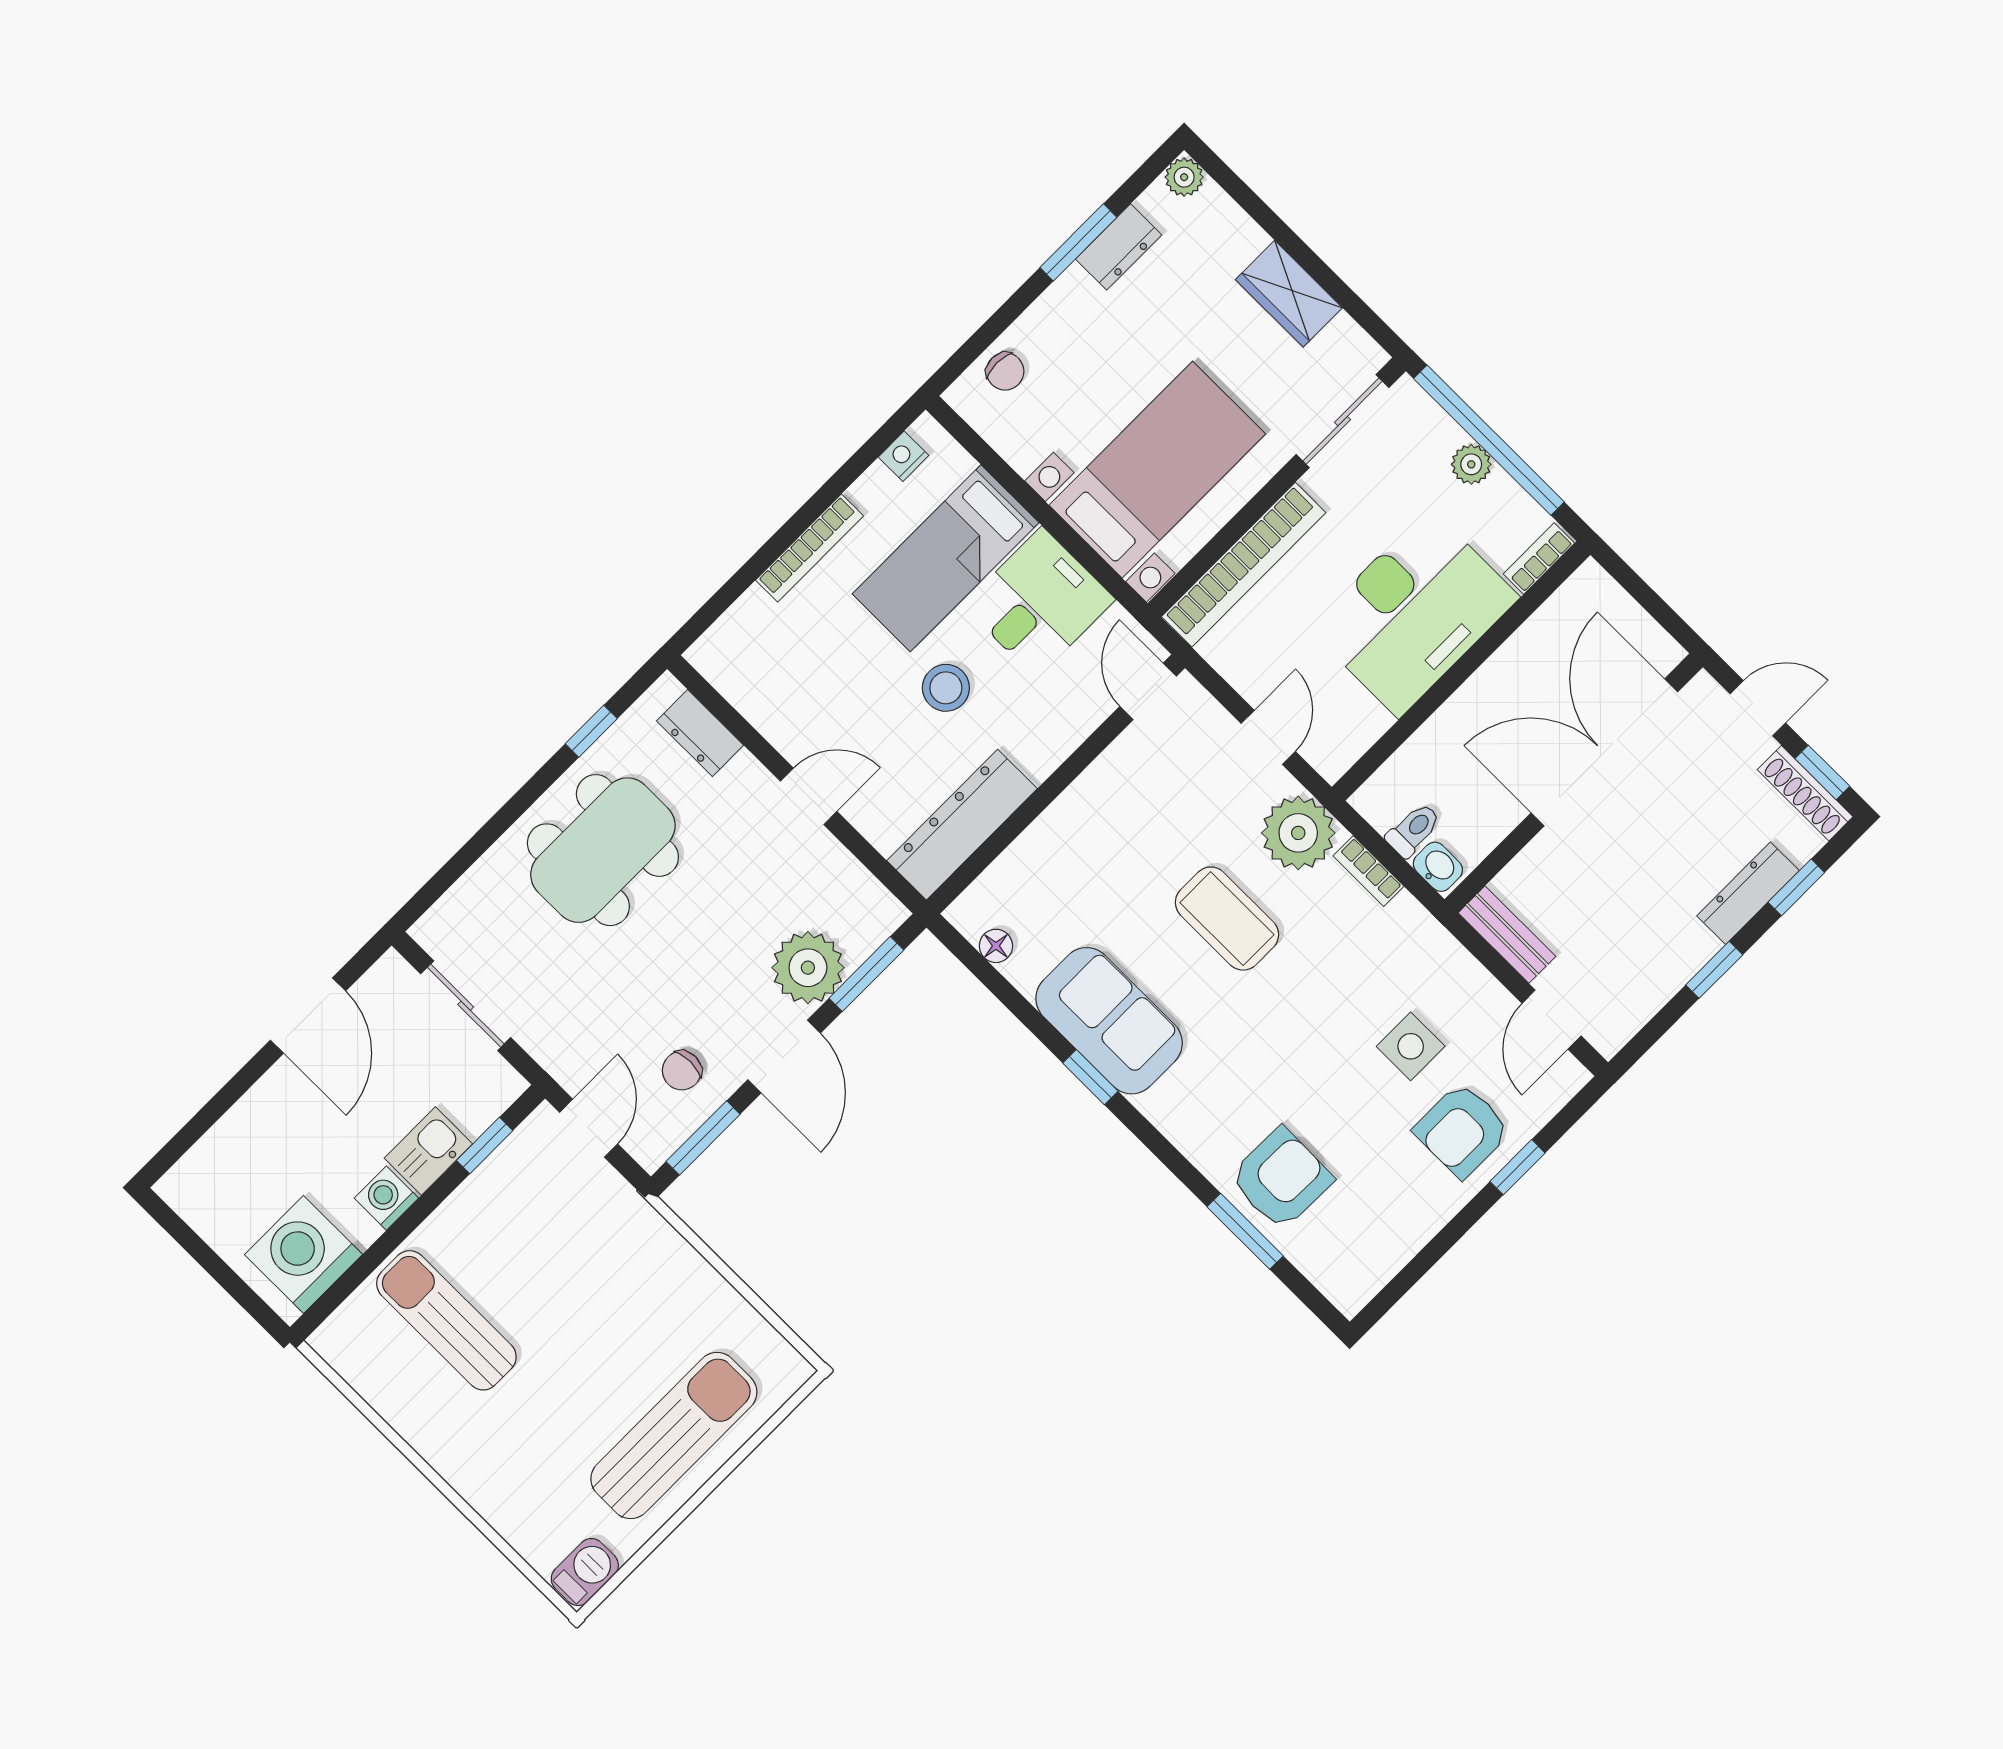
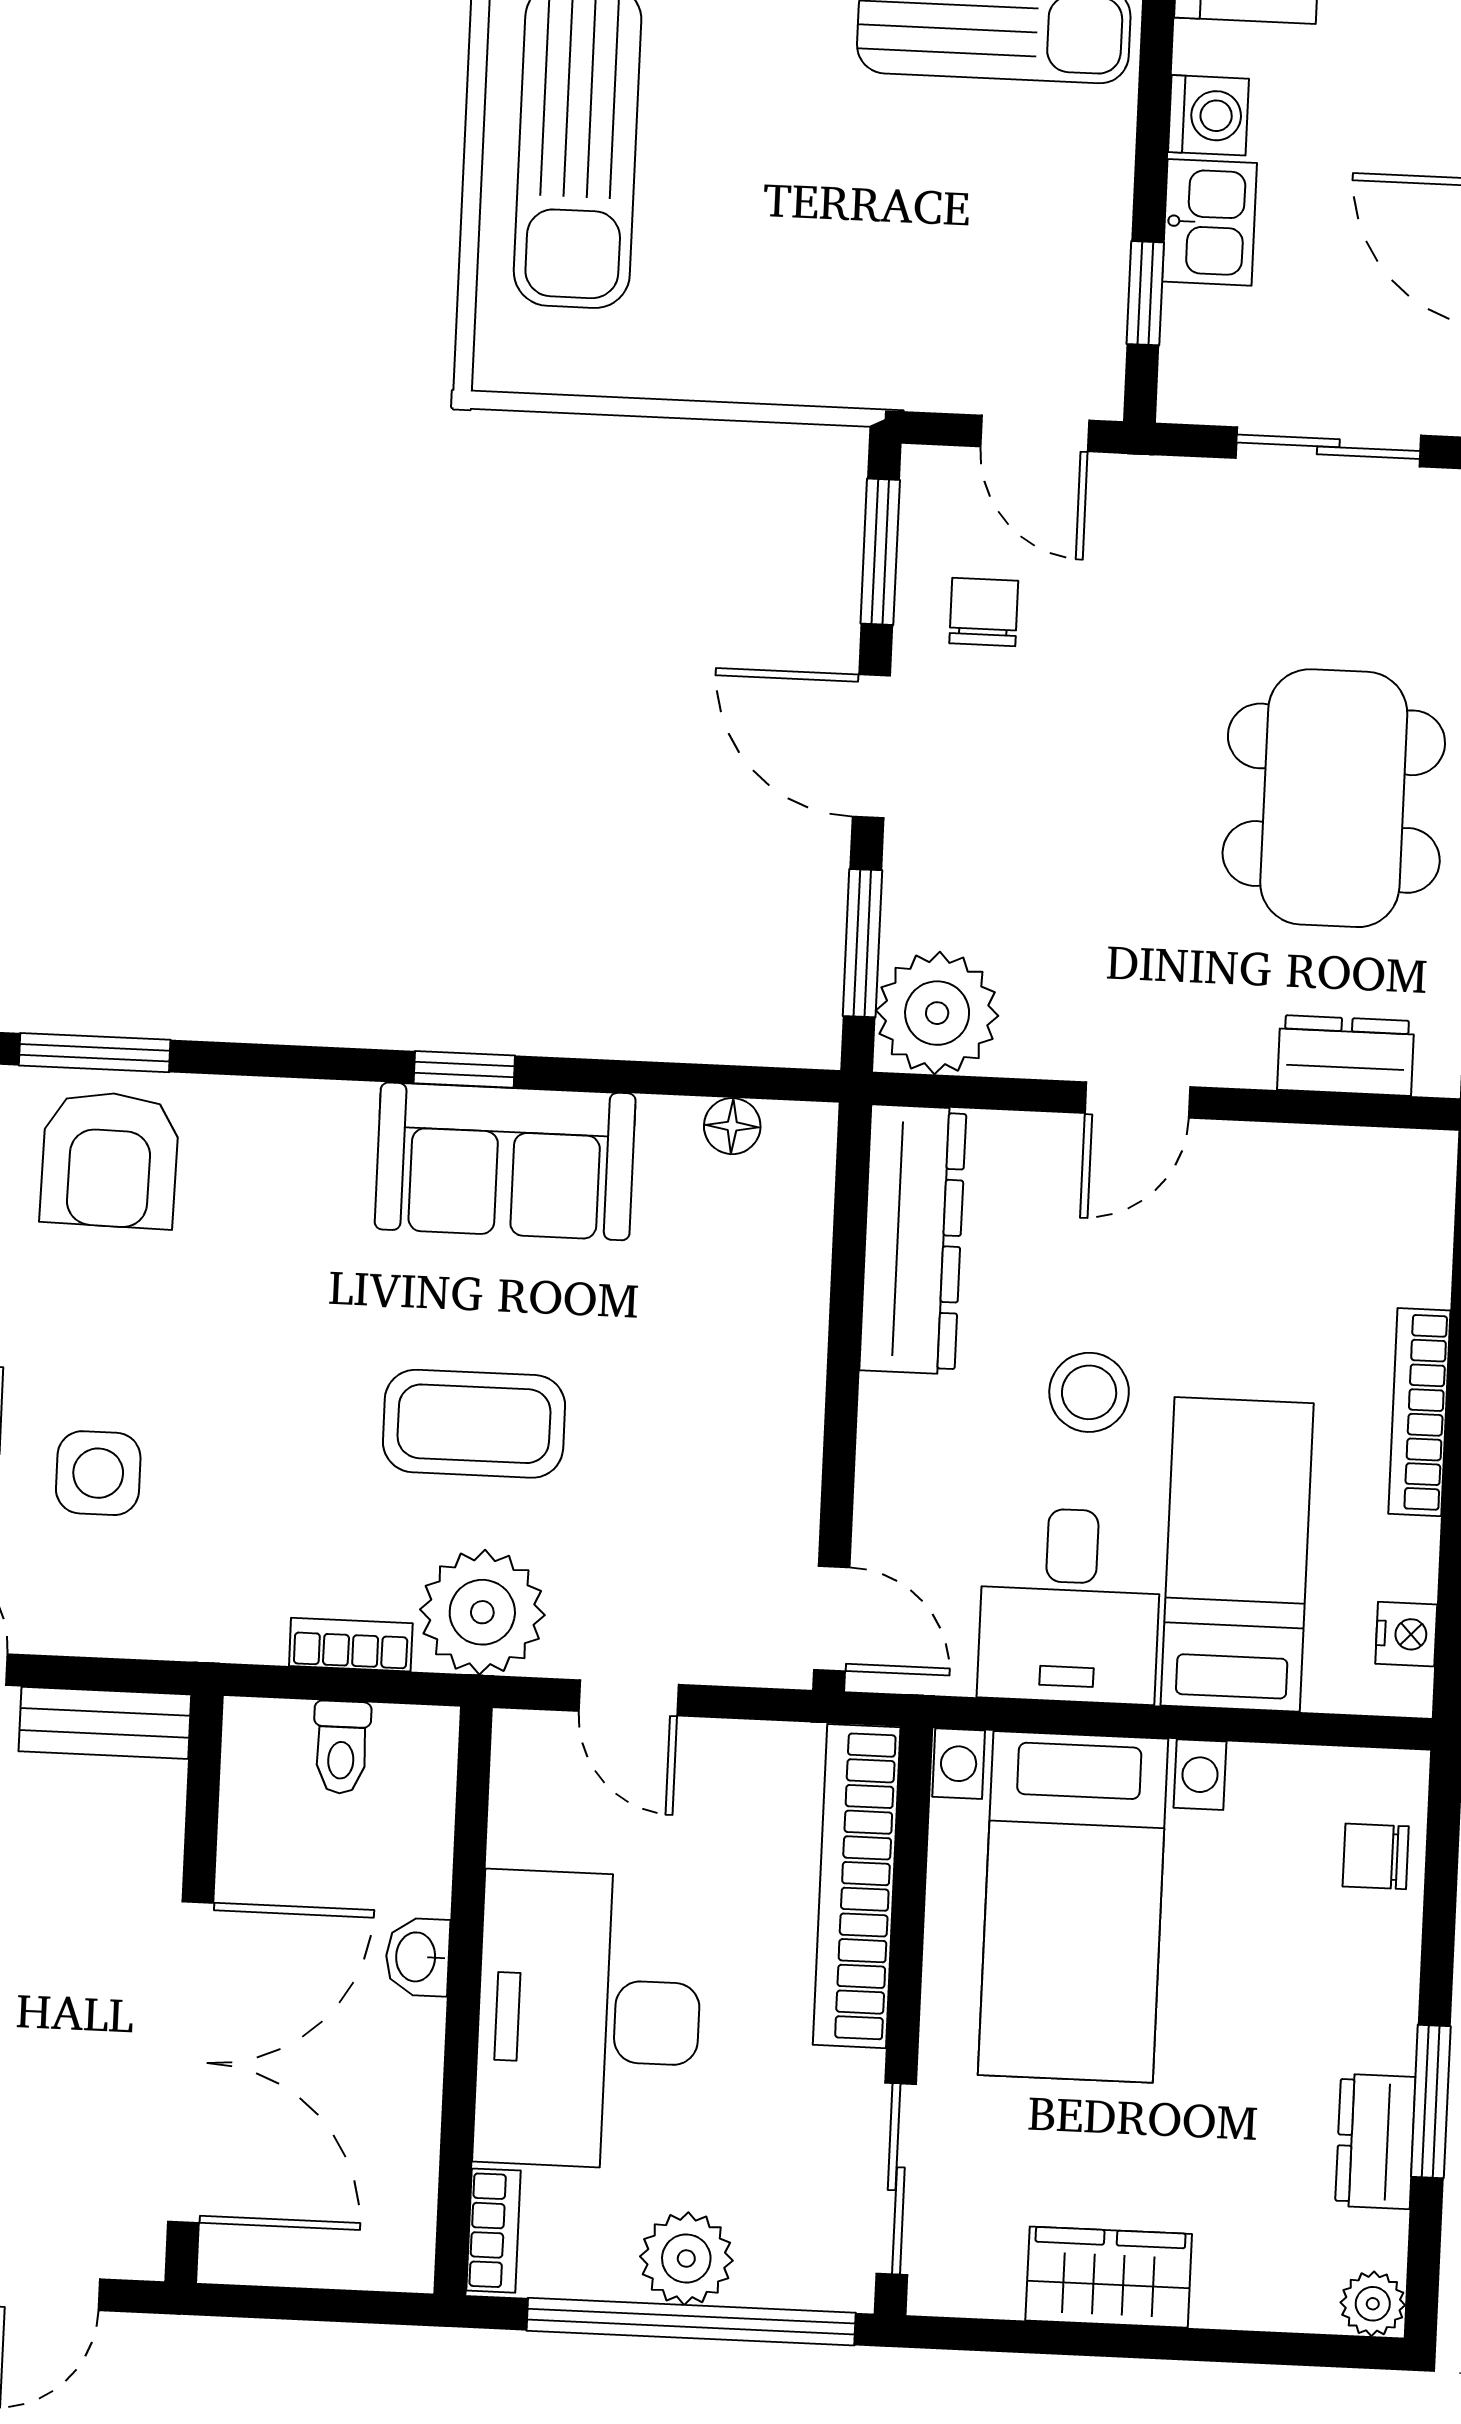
plant: (1471, 464) -> (686, 2259), width x1.38, depth x1.38
washbasin: (1438, 867) -> (418, 1957), moved, turned 90
plant: (808, 968) -> (937, 1013), moved

